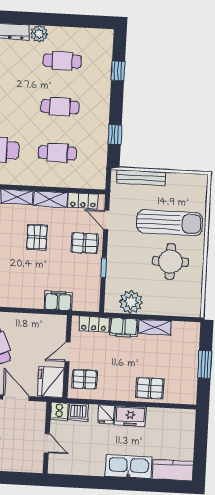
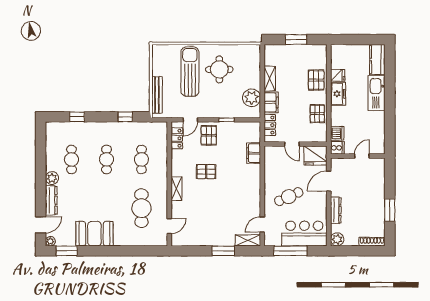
shelving: (50, 199) -> (177, 163), removed
pallet: (85, 379) -> (317, 114), moved
fridge: (106, 414) -> (338, 75), moved

